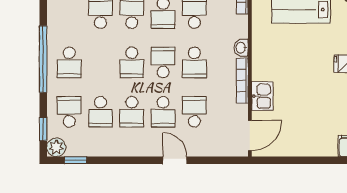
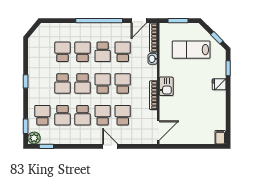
washbasin: (241, 48) -> (153, 59), moved
window: (43, 59) -> (26, 81), width x0.32
school desk: (69, 62) -> (62, 83), moved
school desk: (194, 62) -> (123, 83), turned 180
kitchen sink: (262, 96) -> (166, 86), moved
school desk: (163, 112) -> (103, 115), turned 180

